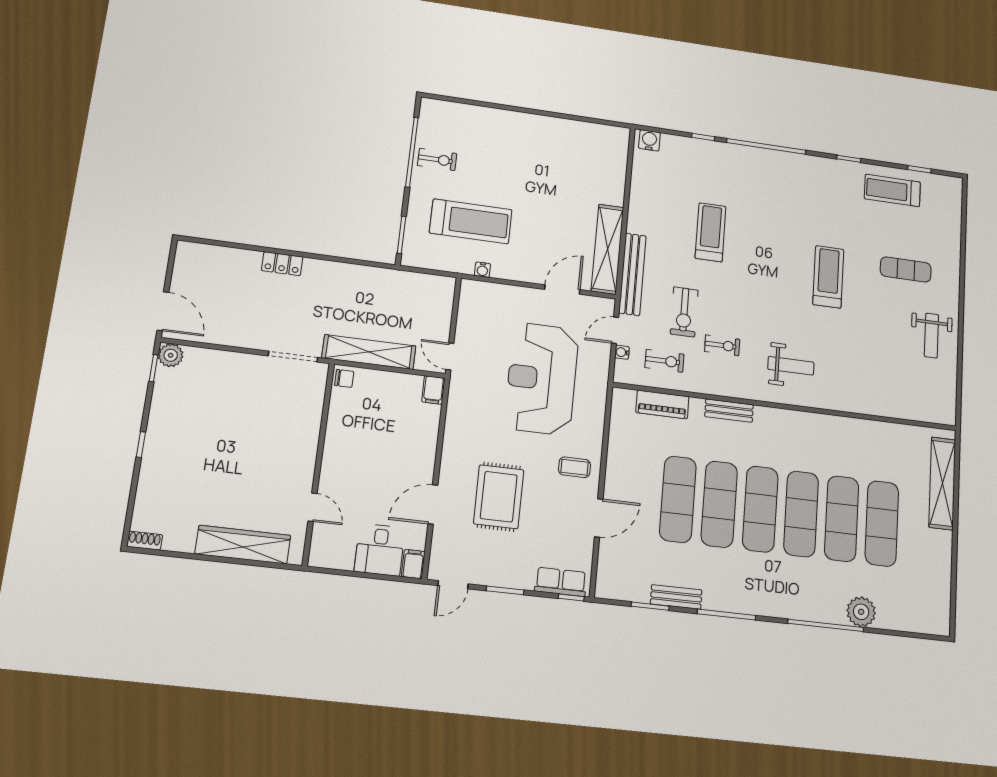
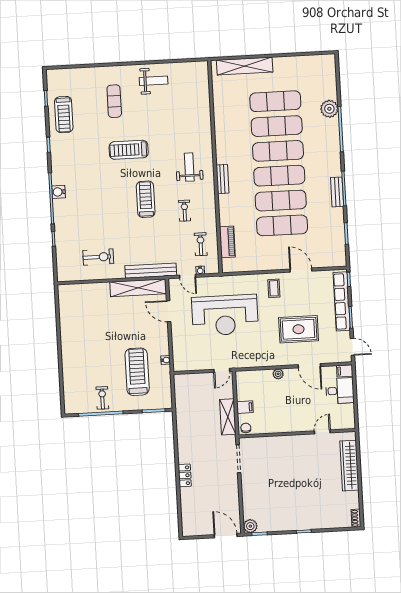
water cooler: (649, 140) -> (59, 192), moved
treadmill: (711, 232) -> (146, 199), moved, turned 90
door: (163, 311) -> (226, 536), hinge flipped
exercise bike: (684, 312) -> (98, 257), moved
shelving: (369, 352) -> (228, 417), width x0.68
filing cabinet: (433, 390) -> (245, 407), moved
bench: (729, 411) -> (223, 179), moved
plant: (428, 449) -> (278, 374), added
row of seats: (561, 582) -> (342, 301), width x2.02
bench: (676, 597) -> (337, 192), moved

